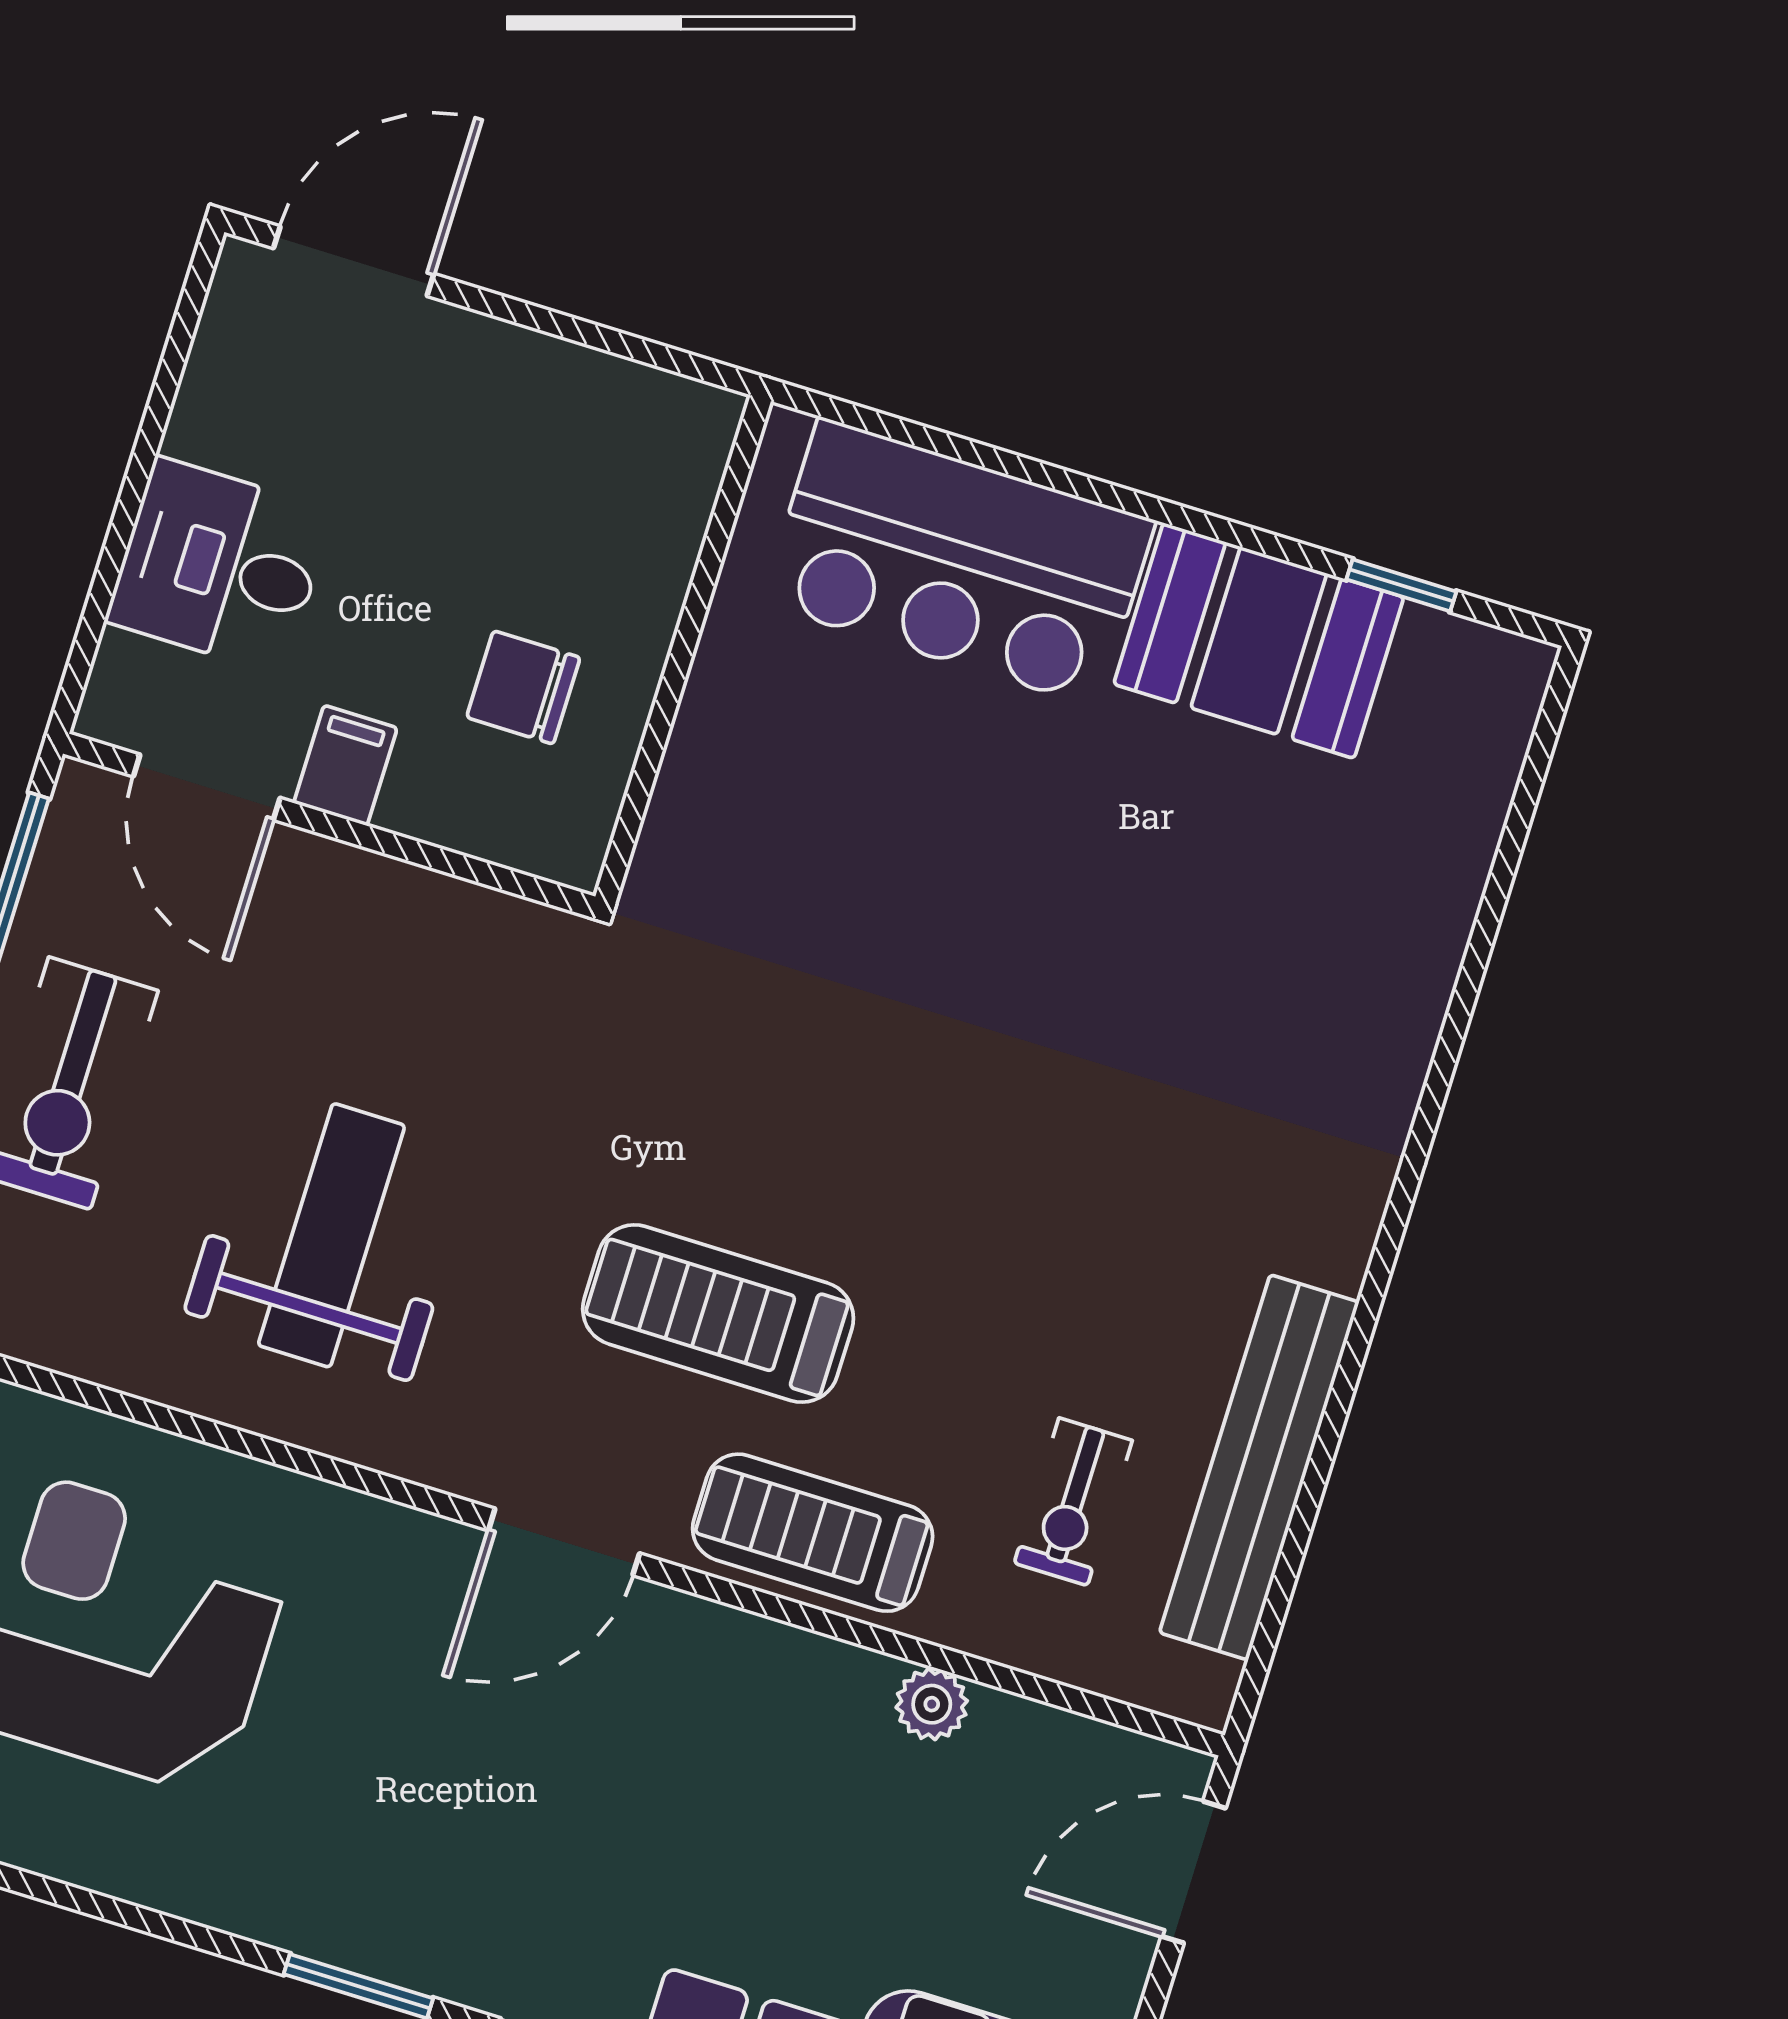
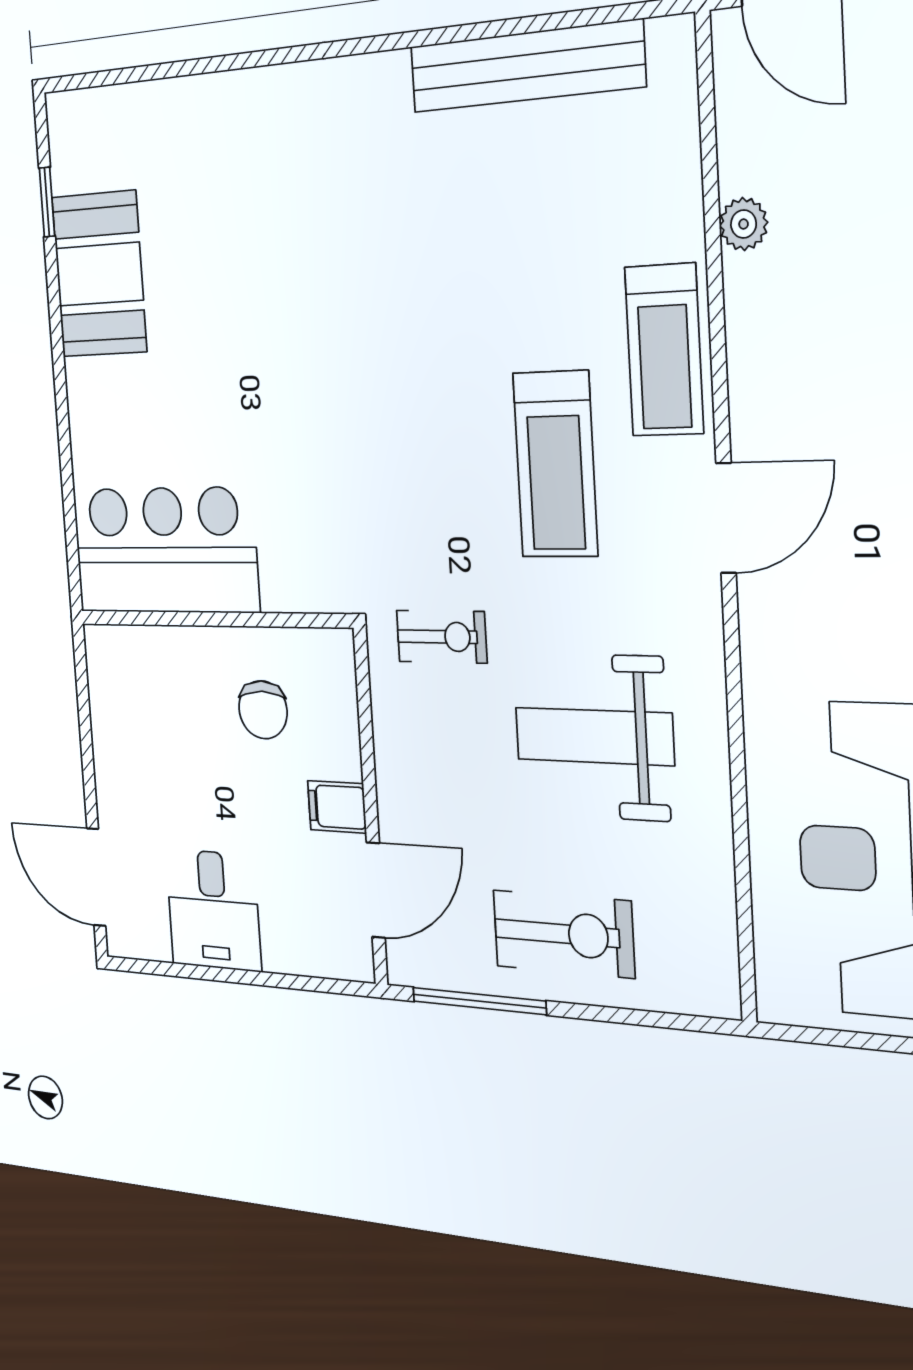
bar counter: (958, 562) -> (165, 550), moved, turned -90
desk: (220, 566) -> (213, 910), moved
exercise bike: (1073, 1502) -> (442, 637), moved
door: (564, 1542) -> (726, 518), hinge flipped

